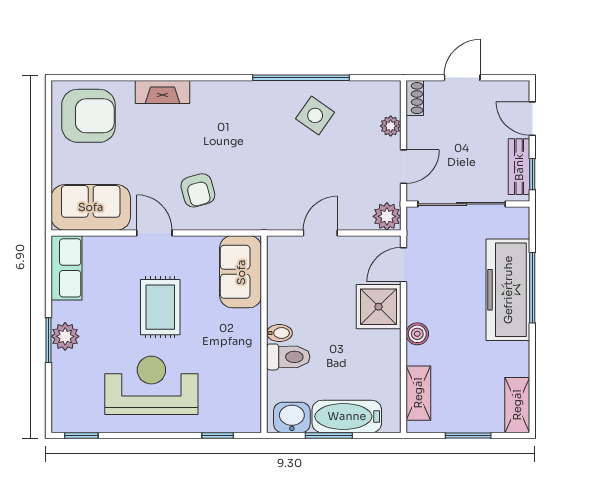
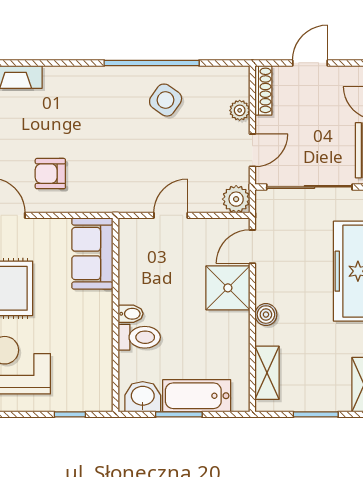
shoe rack: (415, 98) -> (263, 90), width x1.43
armchair: (198, 190) -> (50, 174), turned 105

